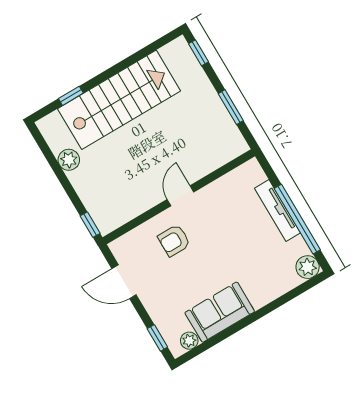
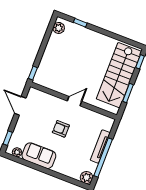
stairs: (119, 100) -> (119, 75), moved, turned 90
plant: (69, 160) -> (59, 28), moved
armchair: (174, 240) -> (61, 129), moved

